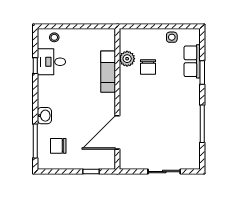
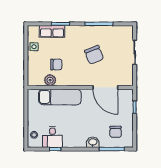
exam couch: (108, 72) -> (60, 97), width x1.36, depth x1.45
chair: (161, 117) -> (94, 55), added

